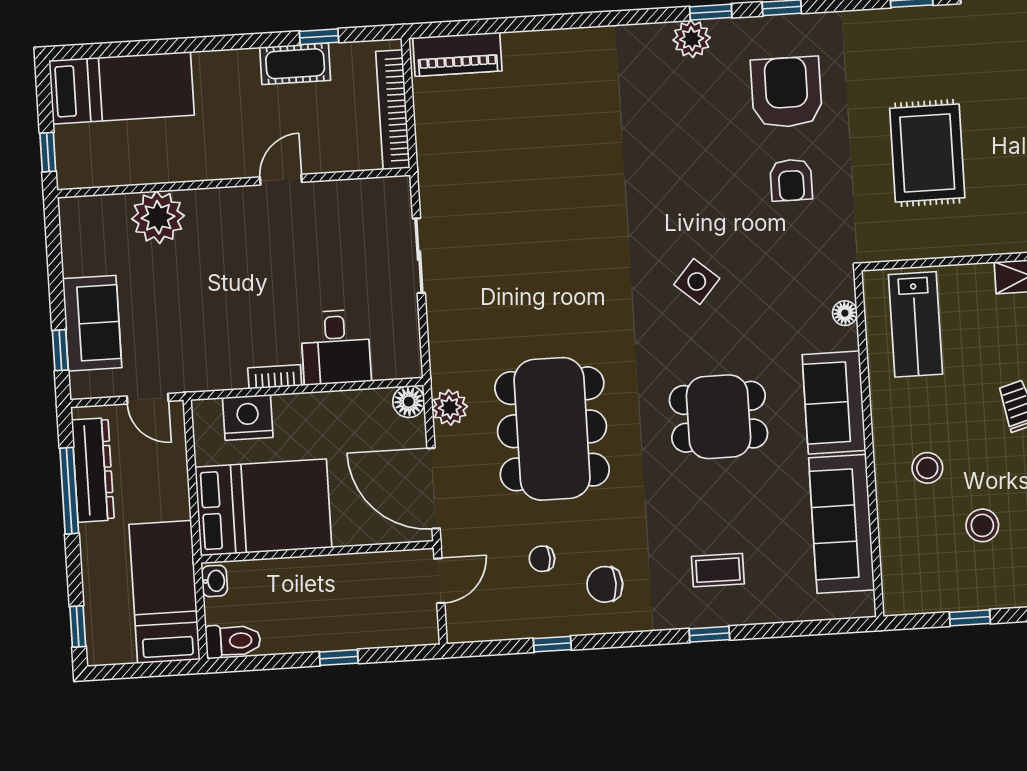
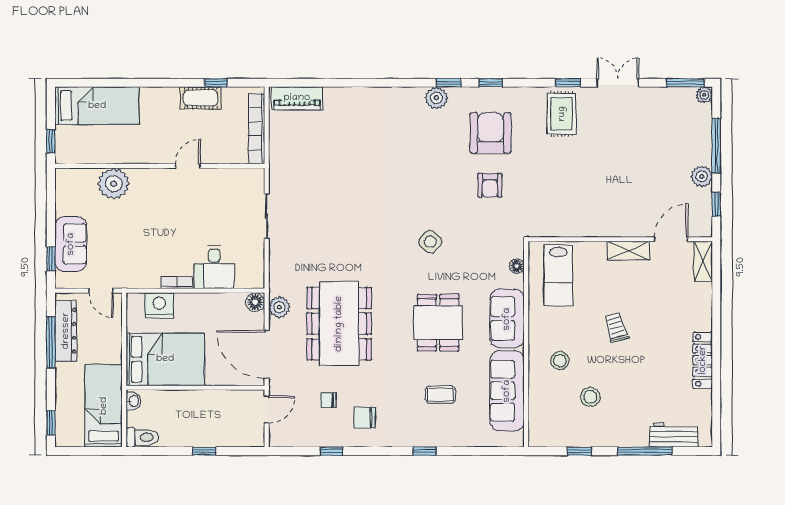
rug: (927, 153) -> (562, 114), moved, width x0.73, depth x0.70
dining table: (719, 417) -> (438, 323), turned 90
coffee table: (718, 570) -> (440, 395), moved

